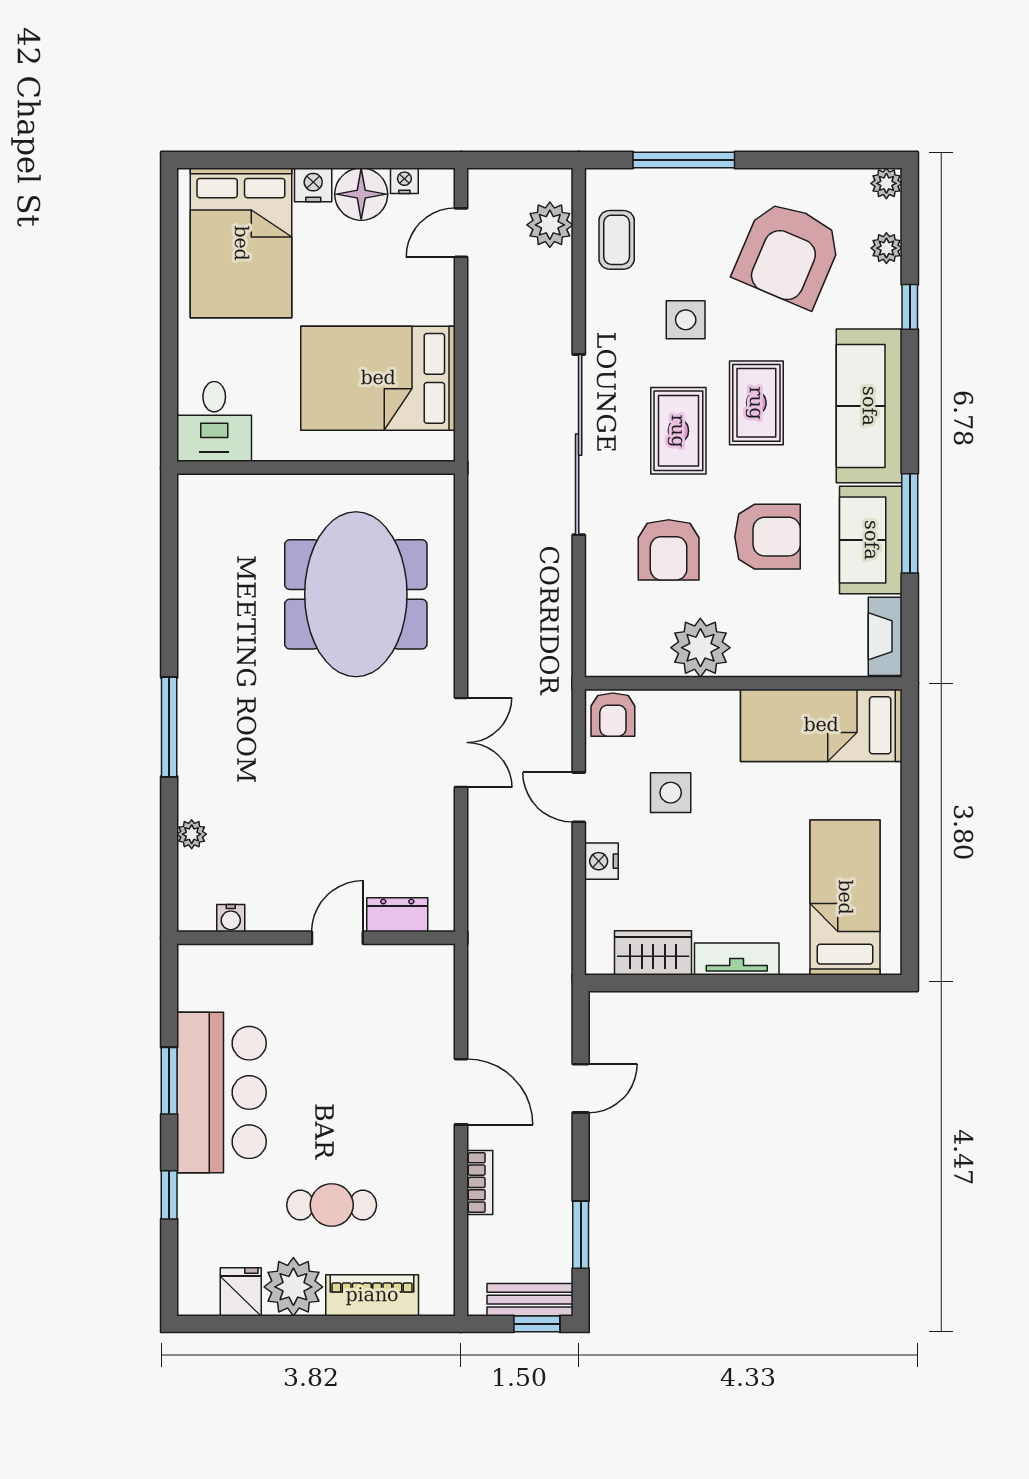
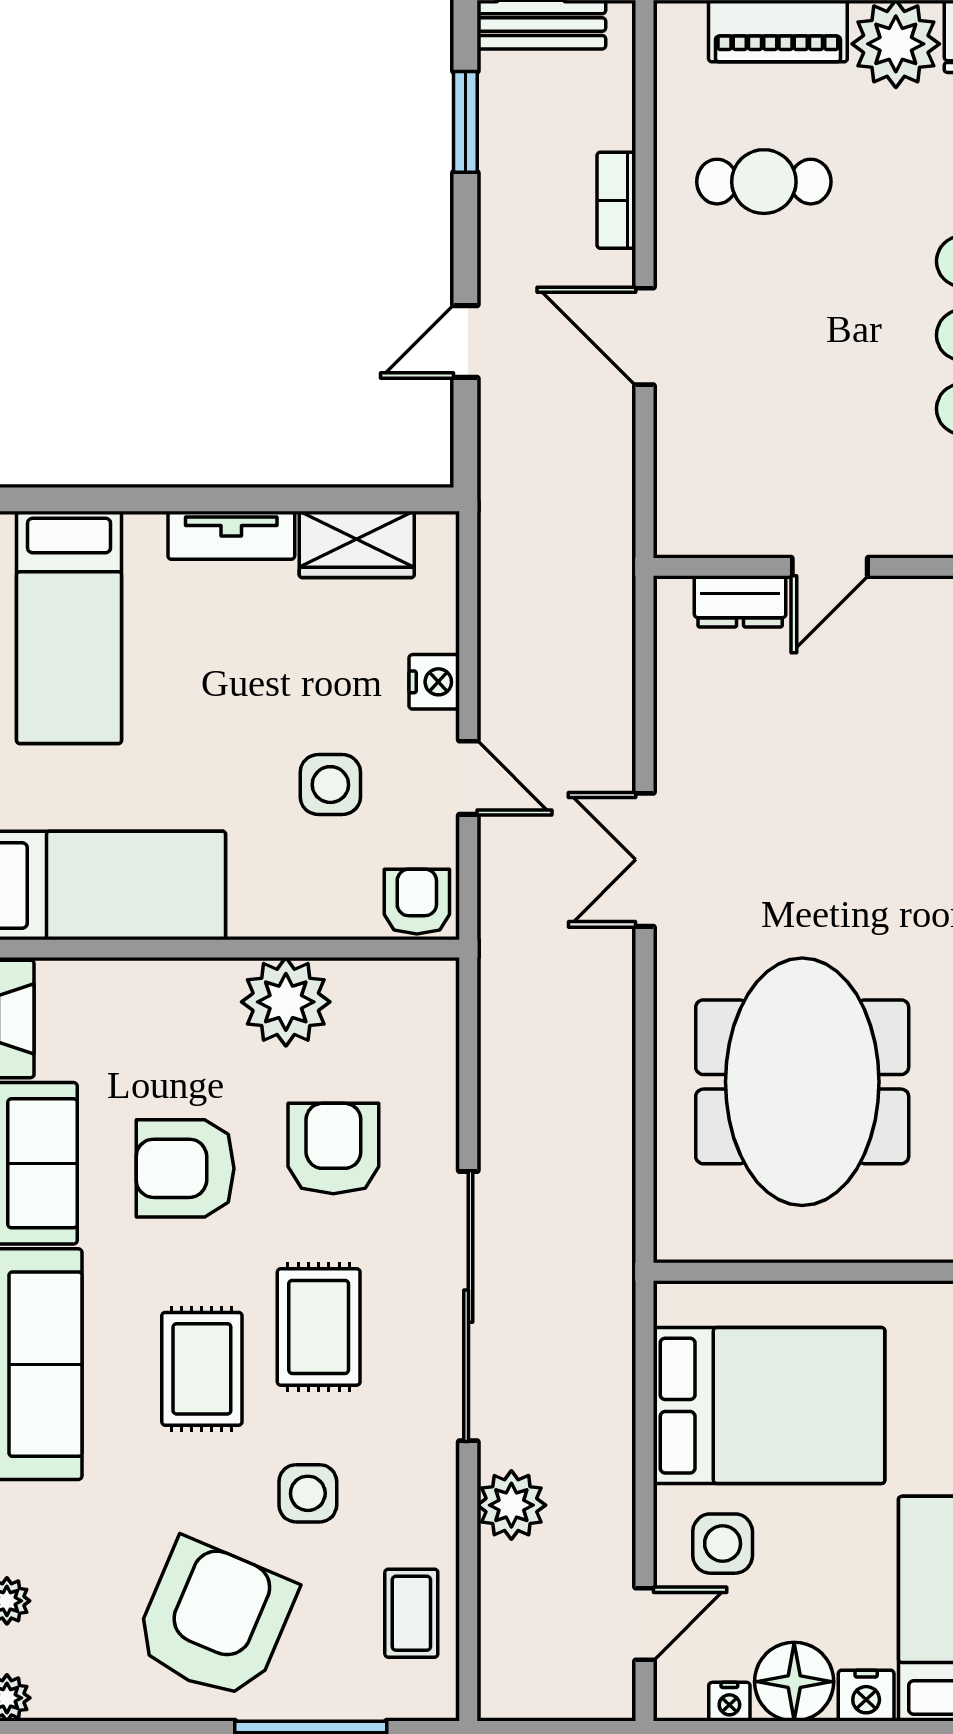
plant: (550, 225) -> (511, 1505), moved
armchair: (788, 254) -> (215, 1620), moved
side table: (409, 286) -> (723, 1544), added
cafe table: (332, 1205) -> (764, 182), moved

